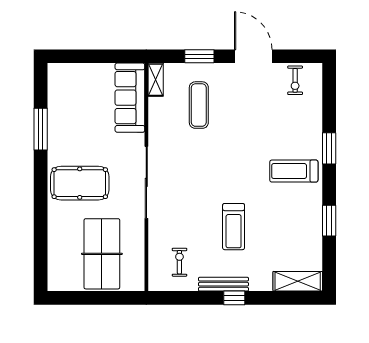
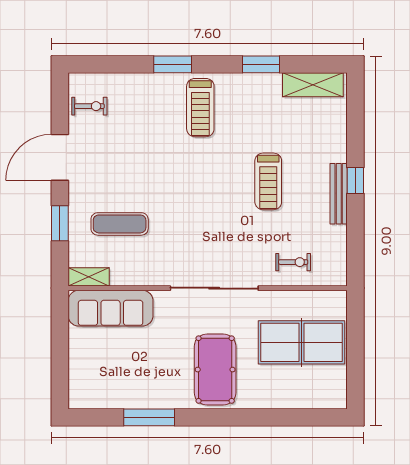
treadmill: (234, 227) -> (268, 181), turned 90
exercise bike: (179, 262) -> (293, 262), moved, turned 180
shelving: (298, 281) -> (313, 85), moved, turned 90

